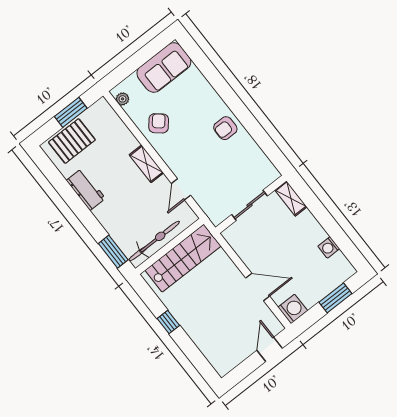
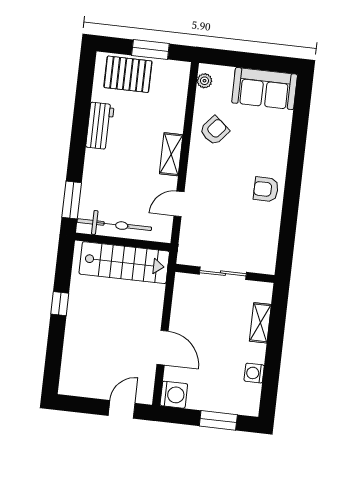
shelving: (291, 198) -> (260, 323), moved

